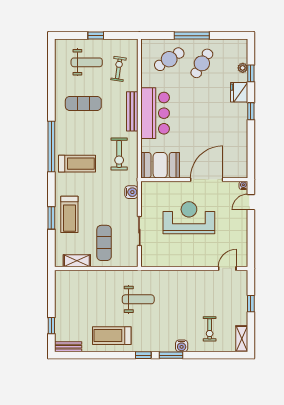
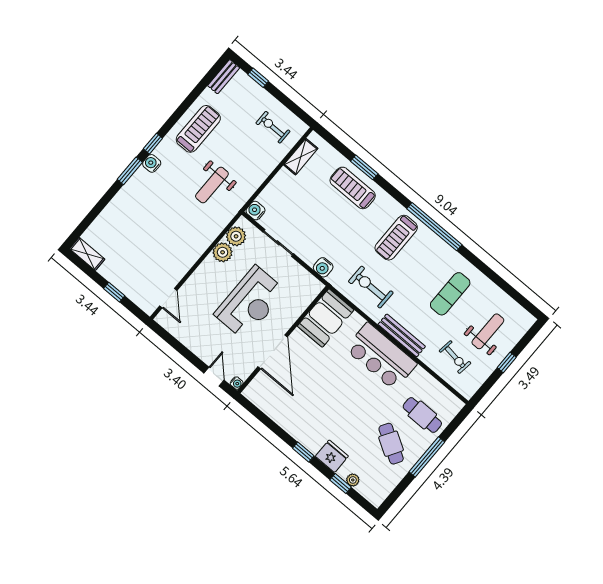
cafe table: (169, 59) -> (422, 415), turned -57
weight bench: (87, 62) -> (488, 331), turned 180
exercise mat: (104, 243) -> (296, 198), removed
plant: (157, 259) -> (236, 236), added
plant: (173, 259) -> (223, 252), added
water cooler: (132, 261) -> (255, 211), added
exercise bike: (210, 329) -> (273, 127), moved
water cooler: (182, 346) -> (152, 163), moved

